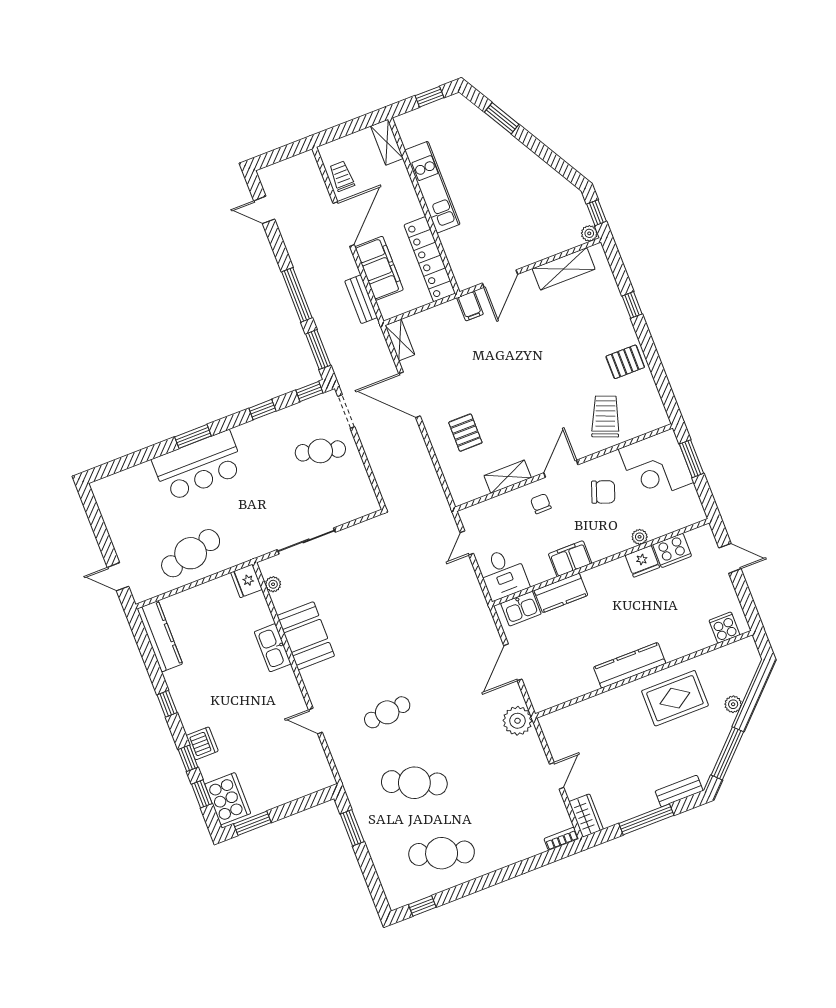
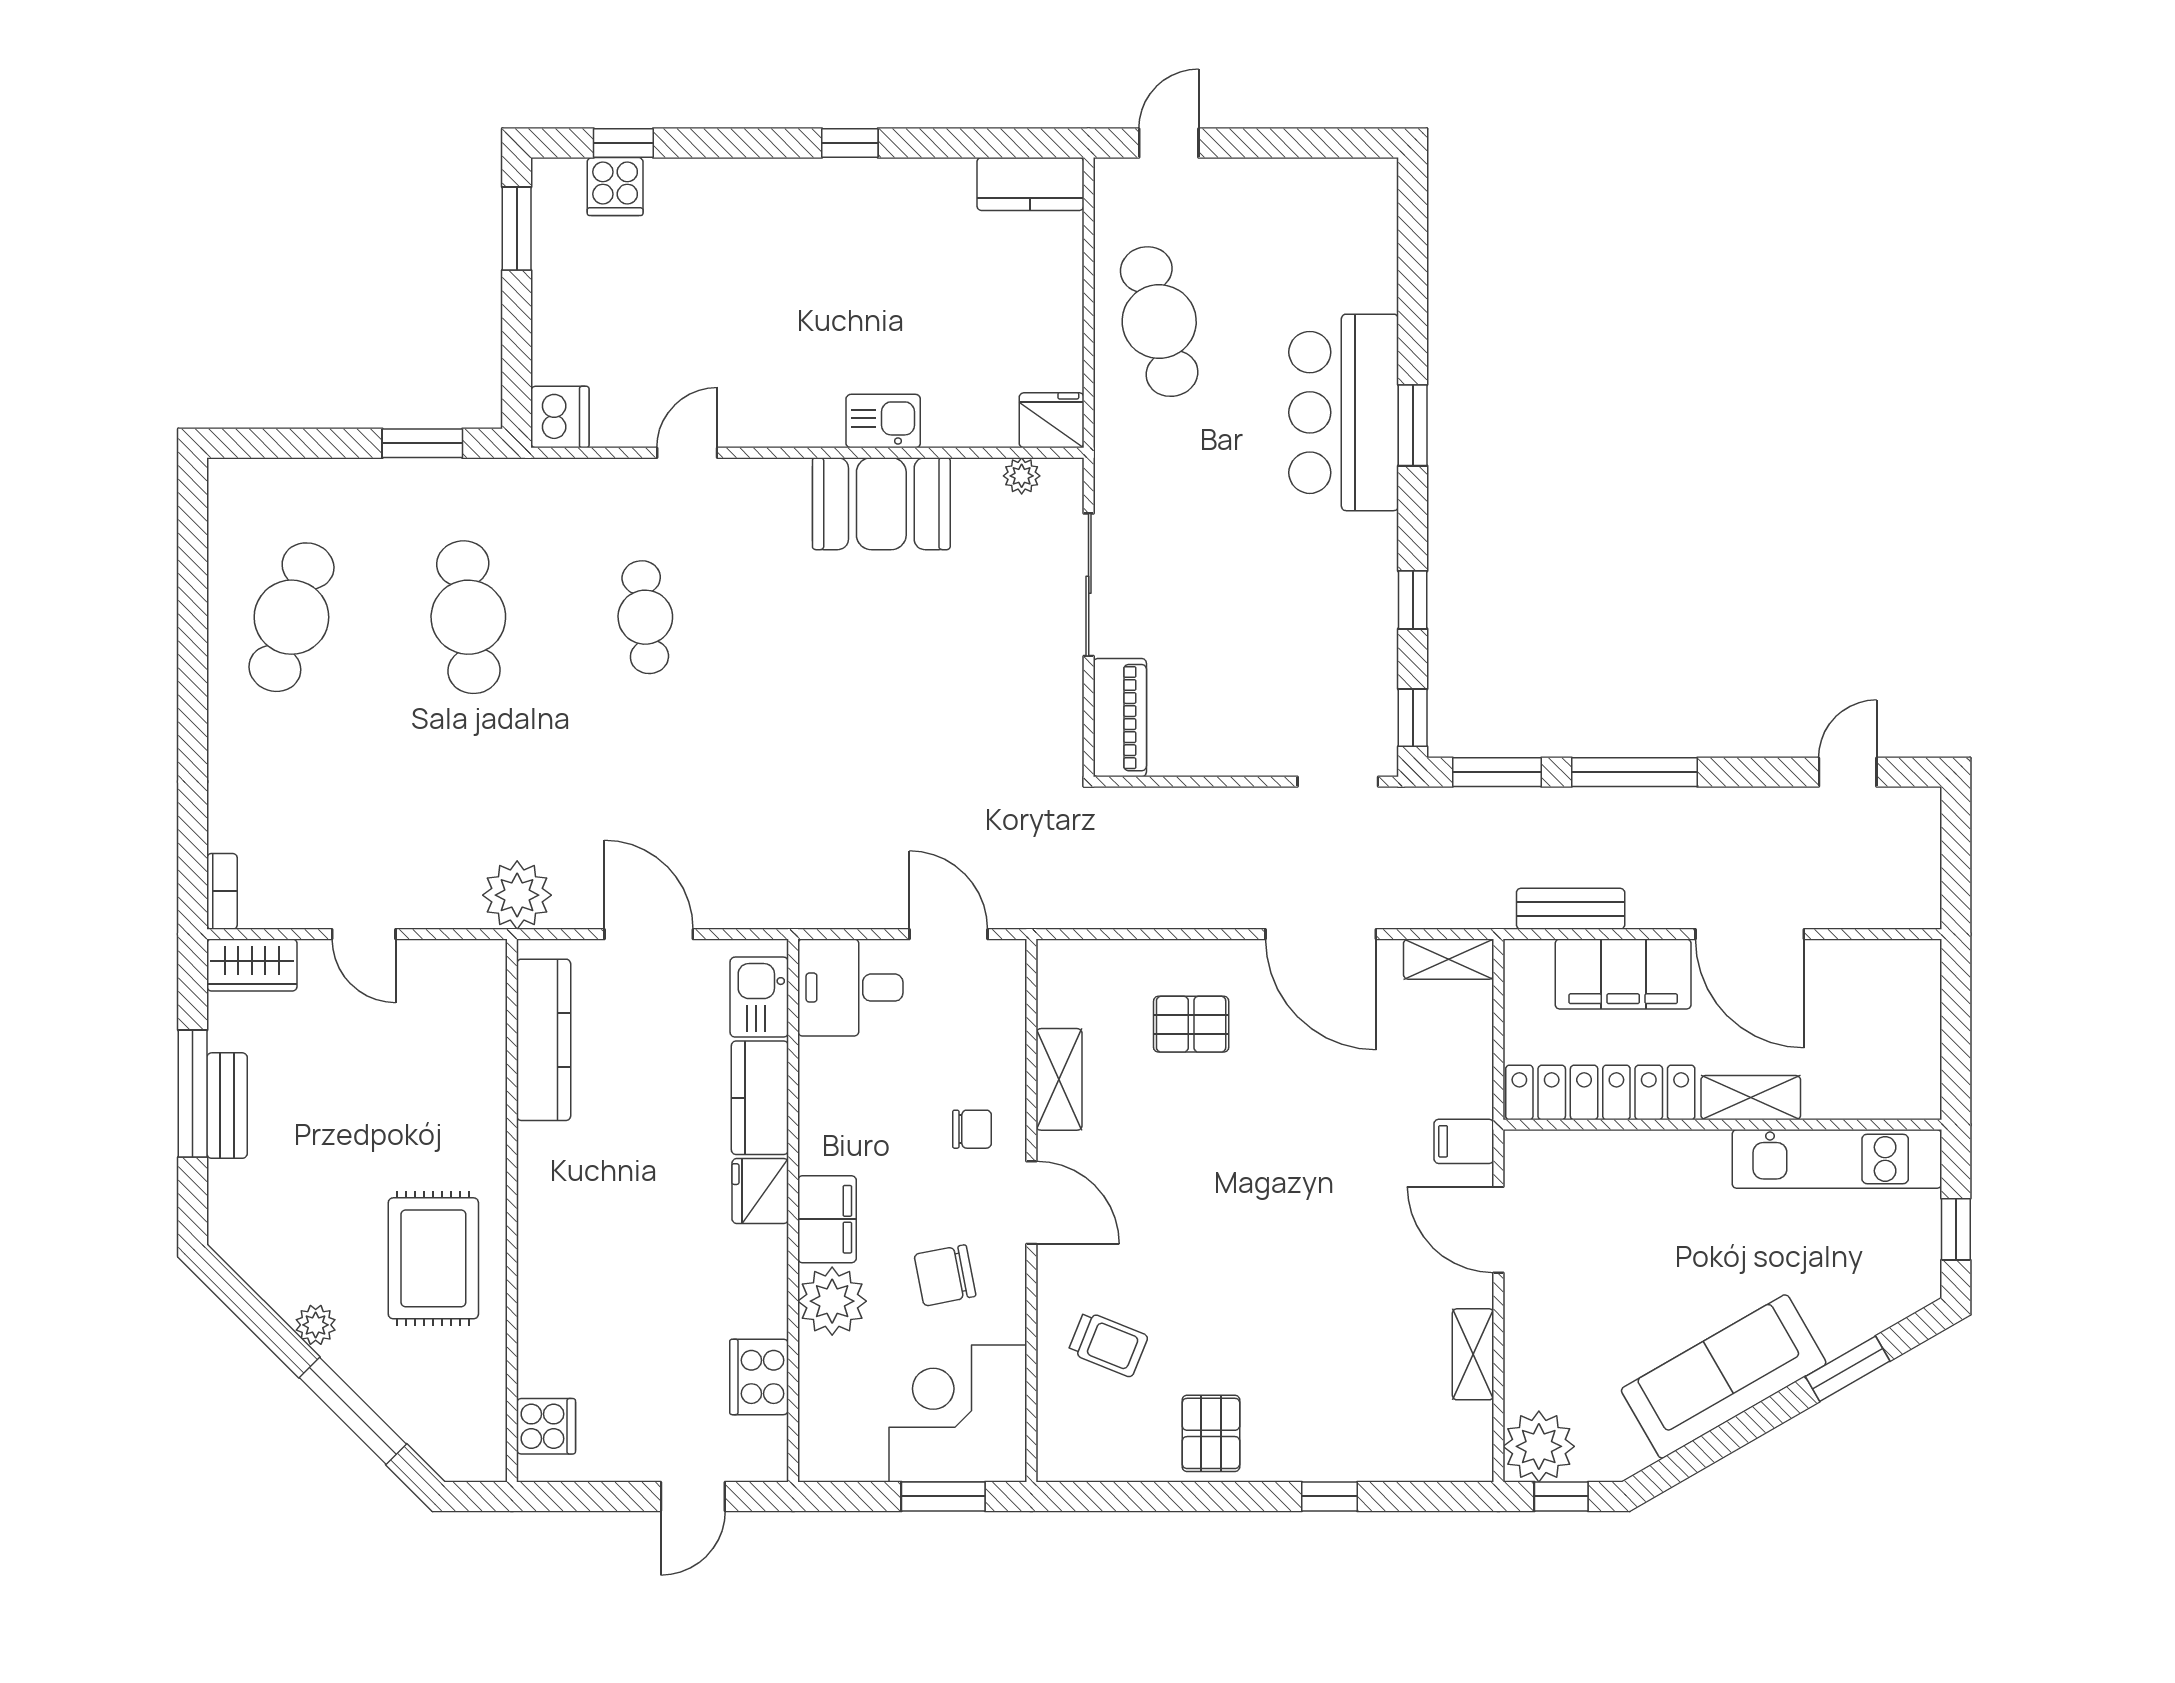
shelving: (387, 142) -> (1751, 1098), moved
sofa: (524, 166) -> (1724, 1376), added
trolley: (342, 176) -> (1856, 970), removed
kitchen unit: (432, 187) -> (1837, 1159), moved
plant: (589, 233) -> (1539, 1446), width x1.88, depth x1.88
shelving: (564, 269) -> (1473, 1354), width x0.67, depth x0.75
door: (410, 395) -> (1321, 934), swing flipped
trolley: (605, 416) -> (1108, 1344), width x0.73, depth x0.72
cafe table: (320, 451) -> (1273, 692), removed
chair: (603, 492) -> (945, 1275), turned 59
piano: (354, 508) -> (1120, 718), added
plant: (640, 537) -> (832, 1301), width x1.88, depth x1.88
door: (467, 543) -> (949, 934), width x1.38
filing cabinet: (570, 559) -> (827, 1219), moved
fridge: (642, 561) -> (760, 1191), moved
kitchen counter: (160, 636) -> (1030, 184), width x0.67
kitchen sink: (273, 648) -> (883, 421), width x0.73
kitchen counter: (630, 665) -> (544, 1040), moved
plant: (733, 704) -> (316, 1325), moved
dishwasher: (202, 743) -> (560, 417), moved, turned -90
window: (727, 753) -> (353, 1411), moved
window: (188, 758) -> (713, 143), removed
cafe table: (414, 783) -> (468, 617), turned -30
bench: (679, 791) -> (227, 1106), moved
cooker: (228, 799) -> (615, 186), width x0.53, depth x0.76
window: (422, 906) -> (193, 530), removed

